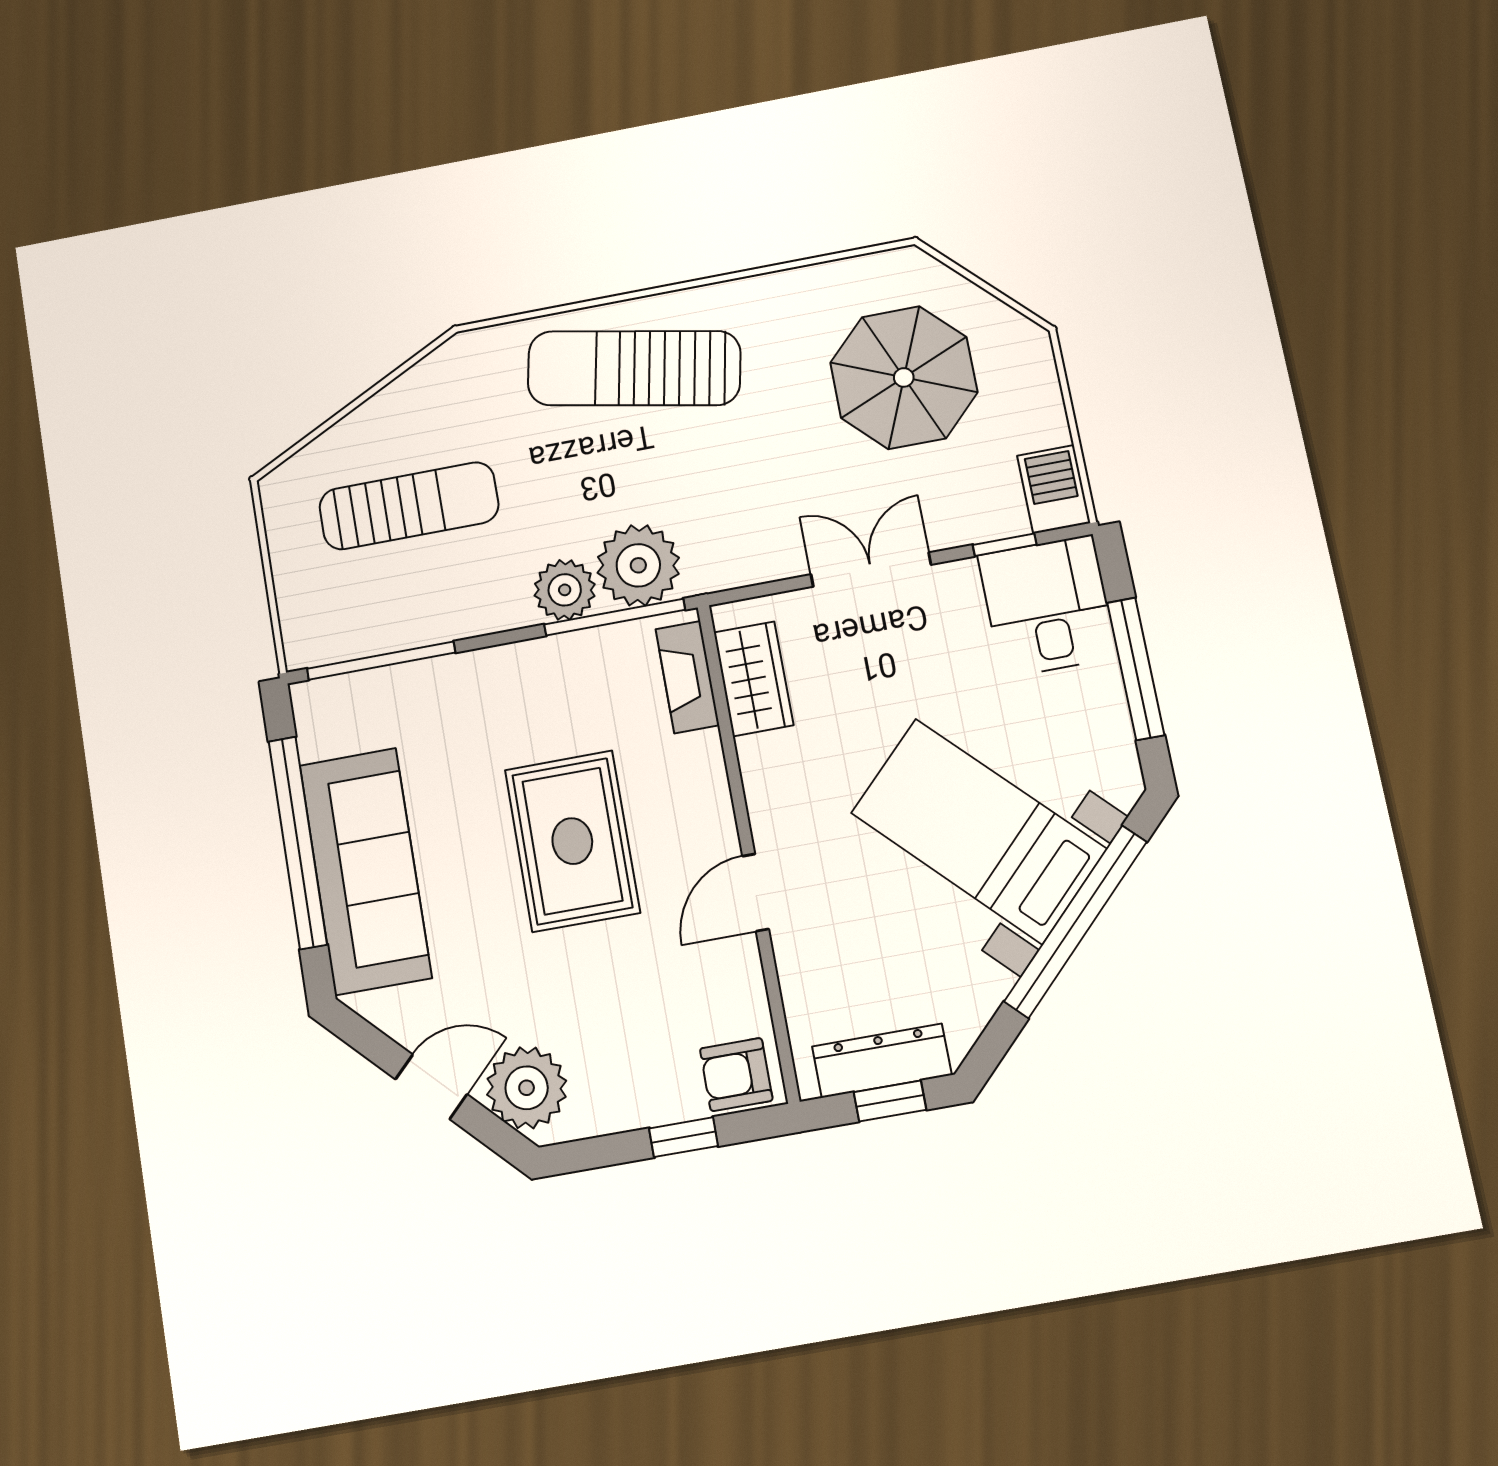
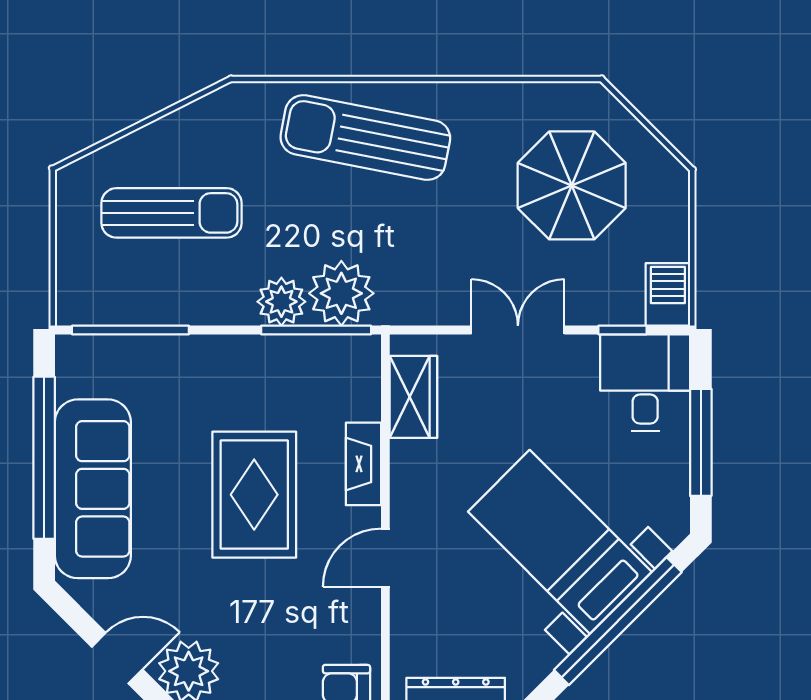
fireplace: (687, 677) -> (363, 464), moved

